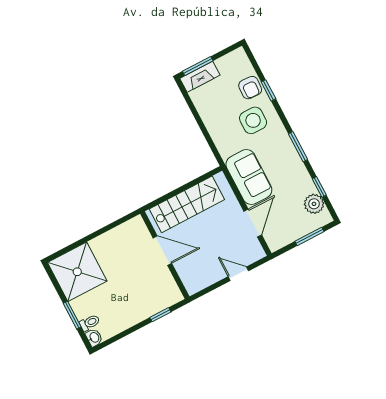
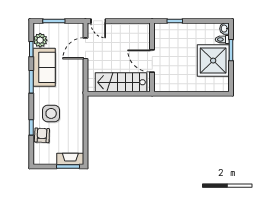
sofa: (249, 177) -> (44, 67), moved, turned 180
shower: (77, 272) -> (213, 61), moved
door: (238, 274) -> (98, 21), moved

